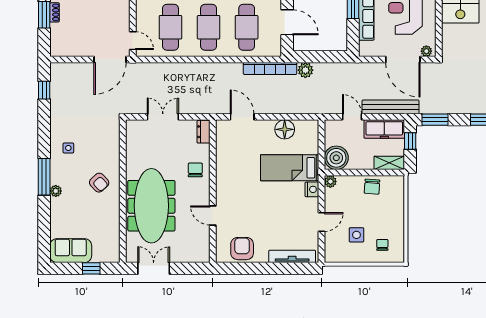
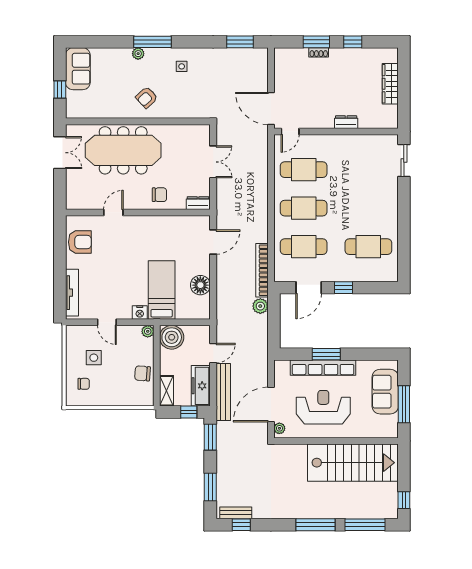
window: (44, 90) -> (240, 42), width x1.50

